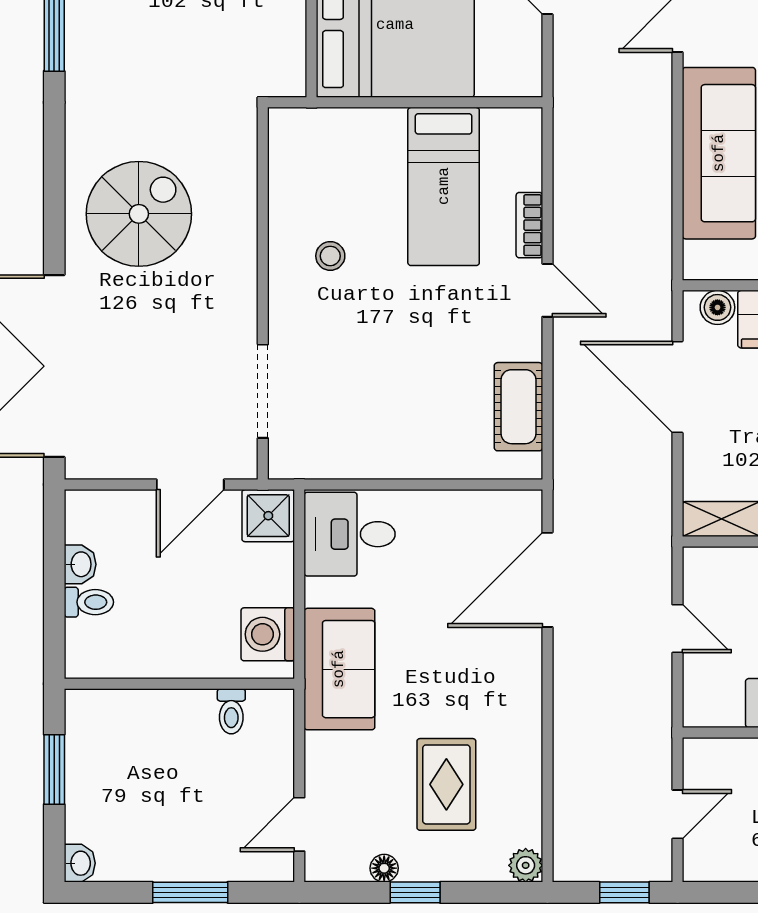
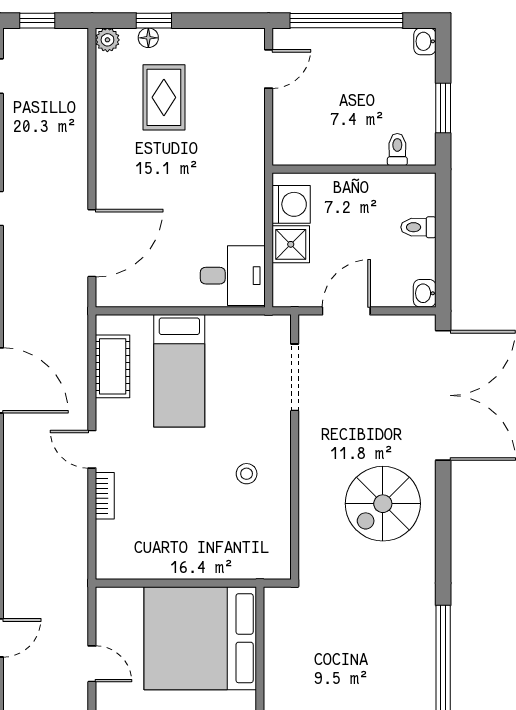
bed: (444, 186) -> (179, 371), moved, turned 180
shower: (268, 516) -> (291, 244), moved
washbasin: (80, 564) -> (425, 293), moved
sofa: (339, 669) -> (240, 180), removed
toilet: (231, 711) -> (397, 149), moved
floor lamp: (384, 868) -> (148, 38), moved
window: (190, 892) -> (346, 21), width x2.11
window: (415, 892) -> (154, 21), moved

